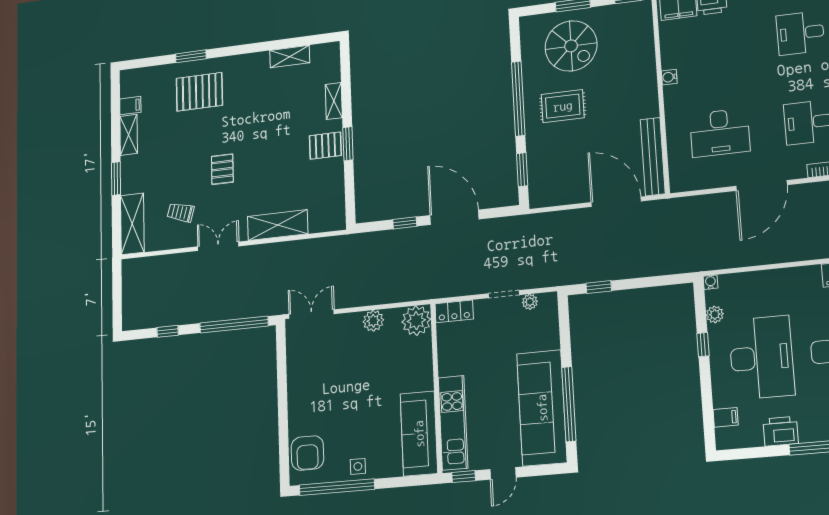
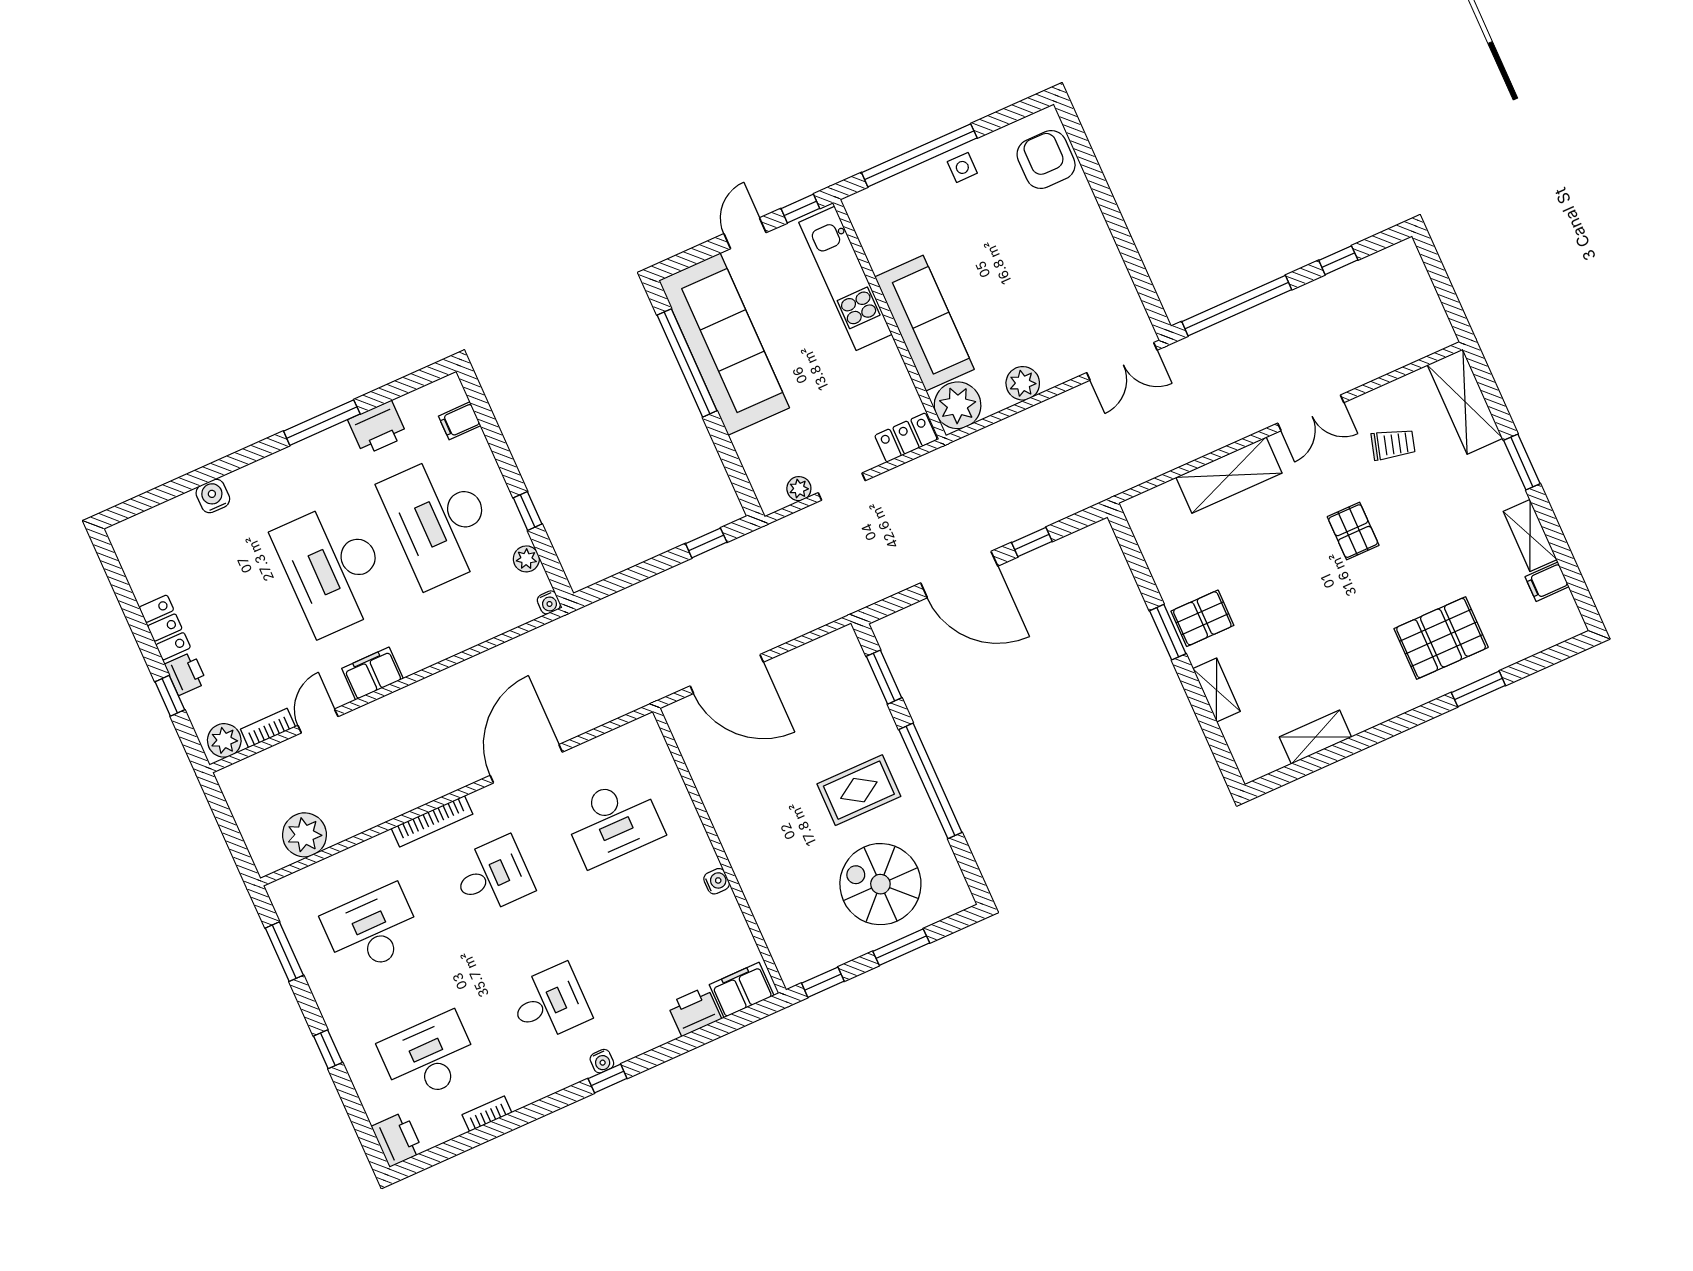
desk: (720, 133) -> (613, 822), turned 180
bench: (653, 157) -> (698, 757), removed
sofa: (419, 434) -> (924, 323), moved
window: (337, 487) -> (919, 155), moved

